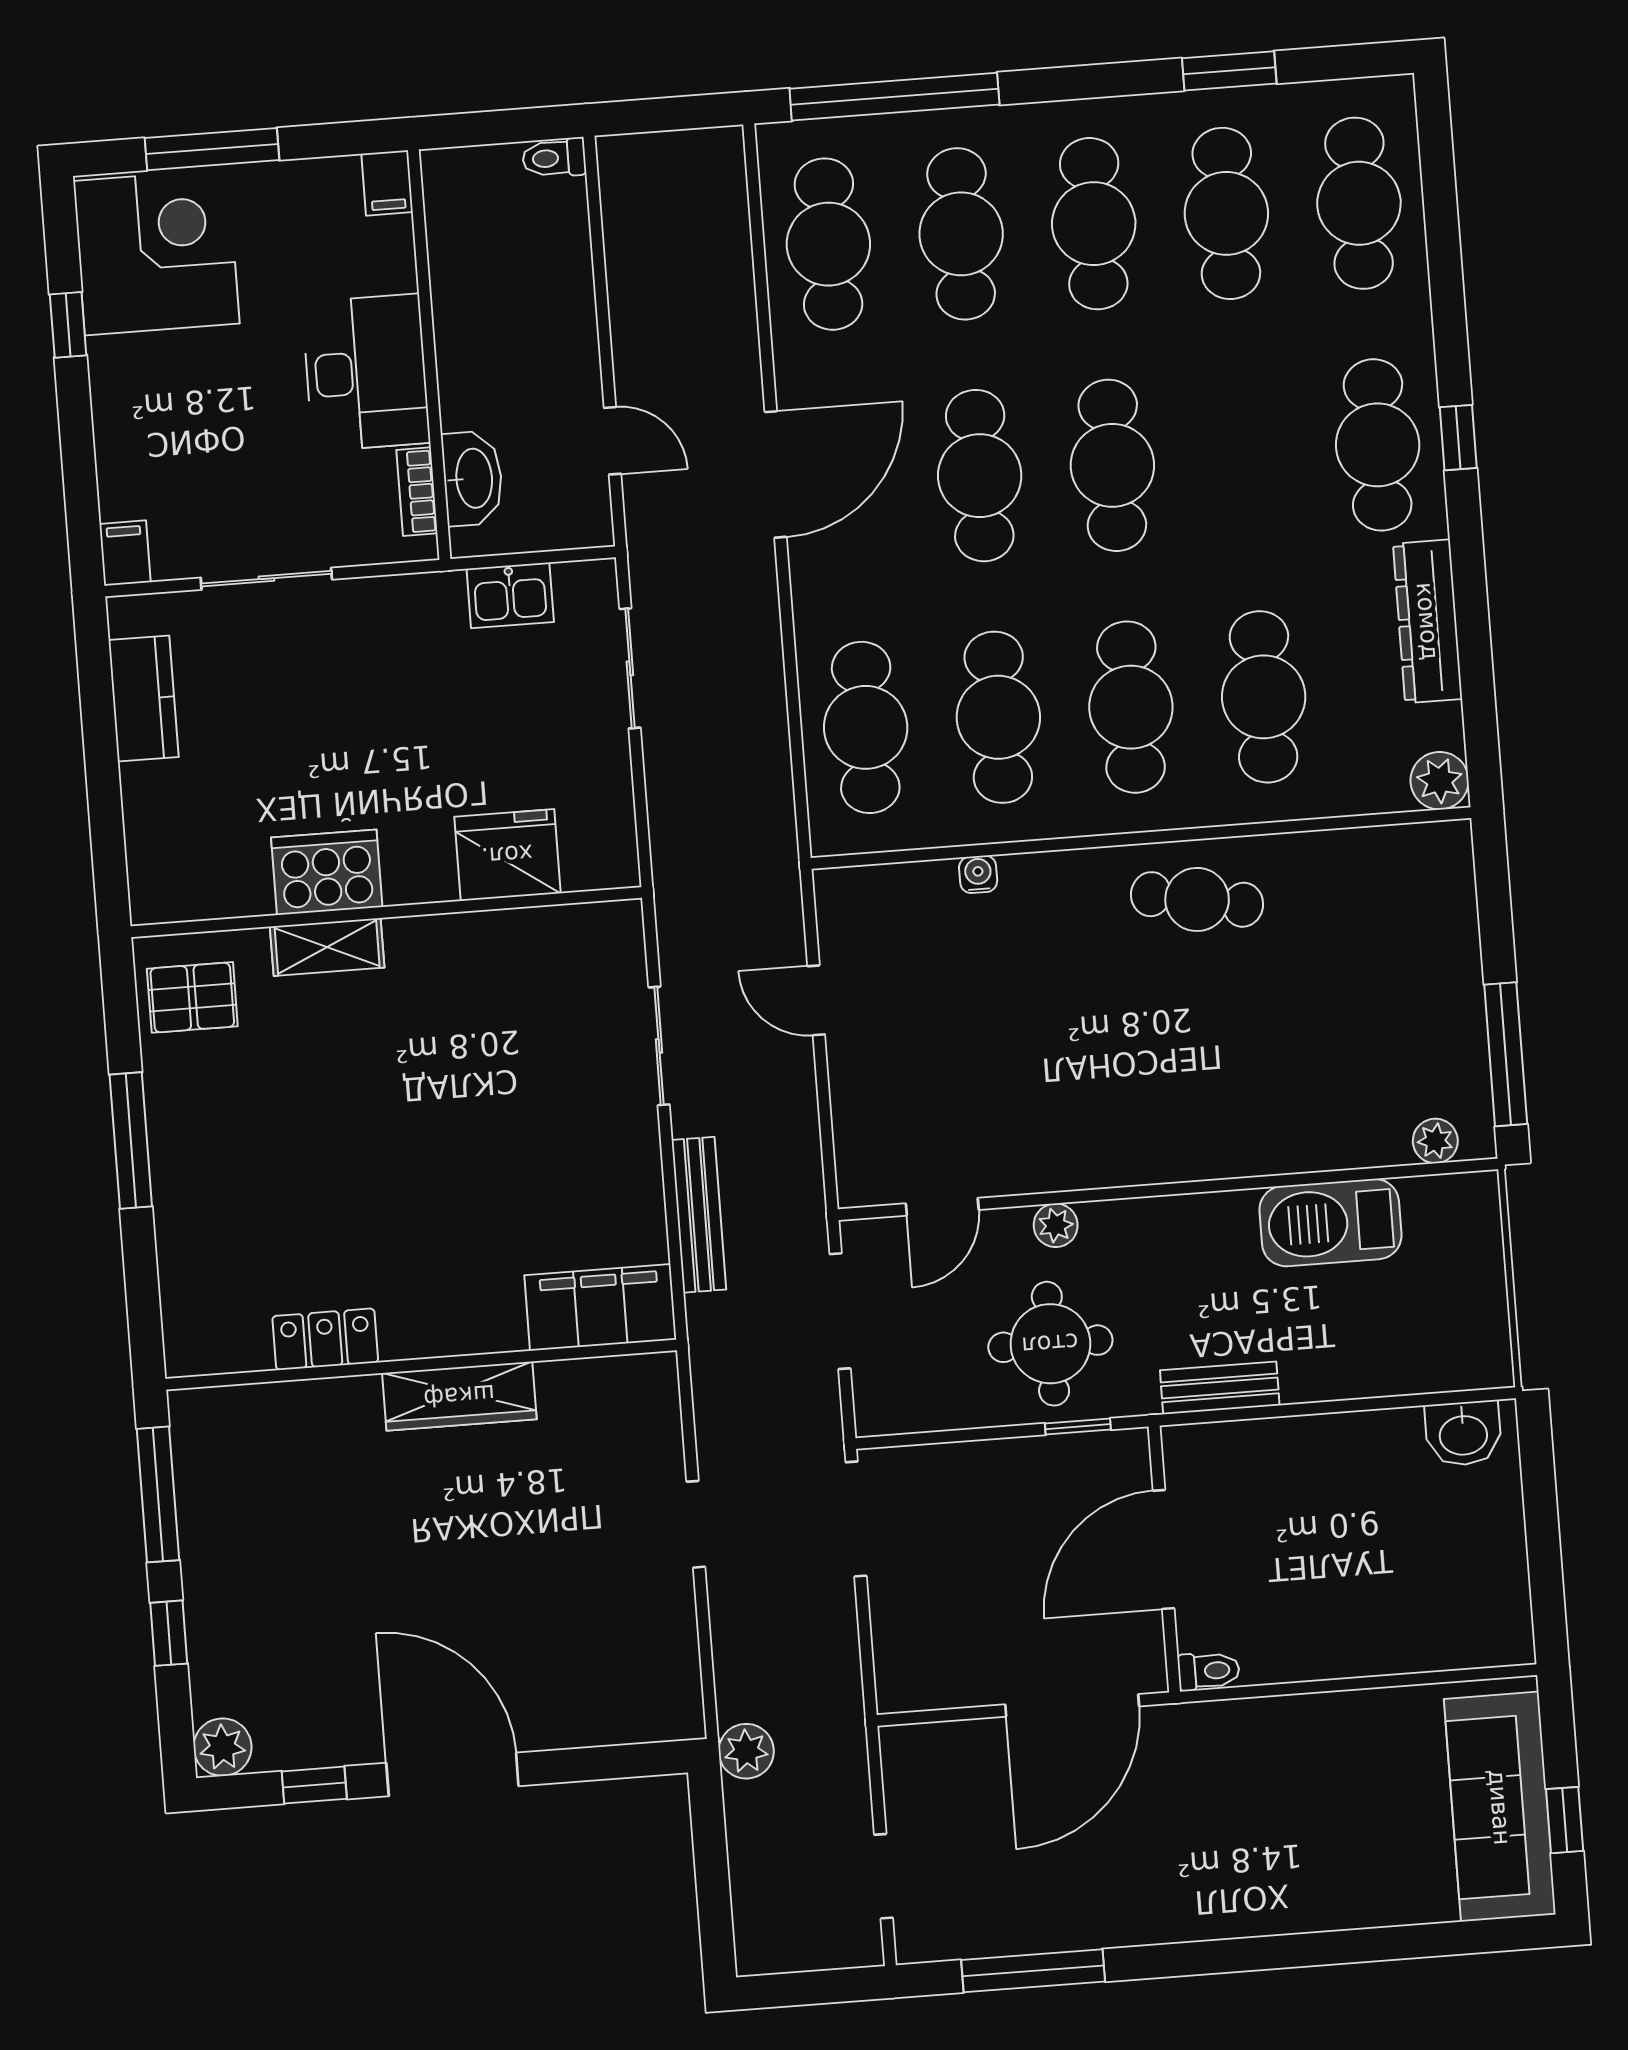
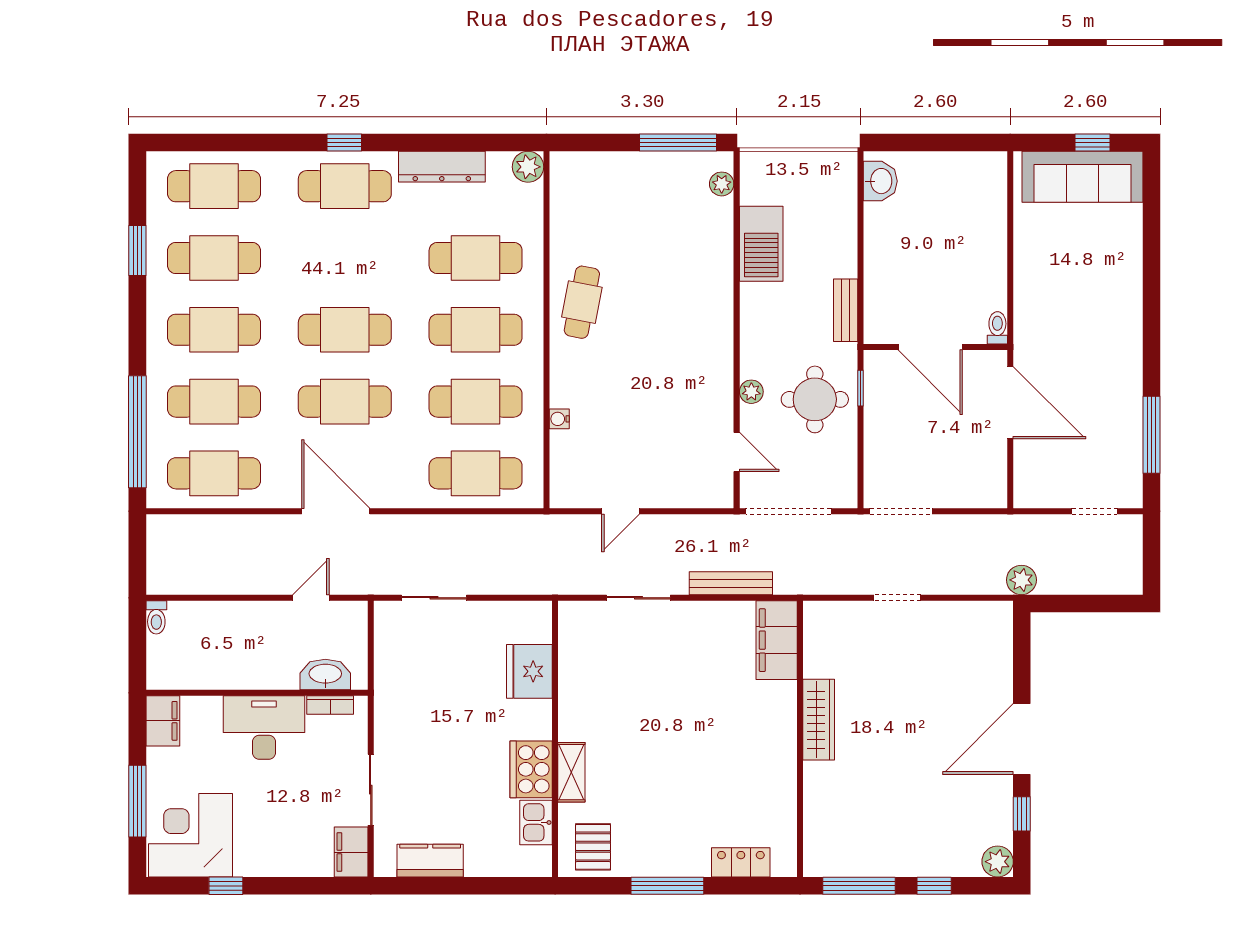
filing cabinet: (387, 183) -> (163, 721), width x2.00
filing cabinet: (125, 553) -> (351, 852), width x2.00
kitchen sink: (510, 595) -> (536, 822), moved, turned 180
doorway: (840, 1311) -> (789, 511), width x1.36
locker: (325, 1339) -> (741, 862), moved, turned 90

